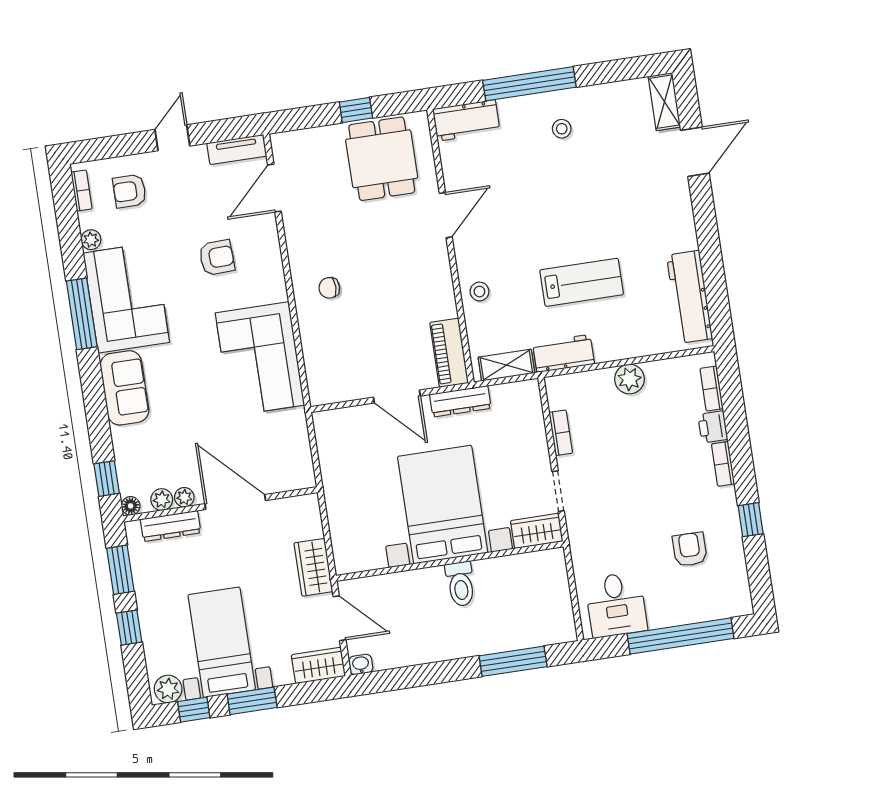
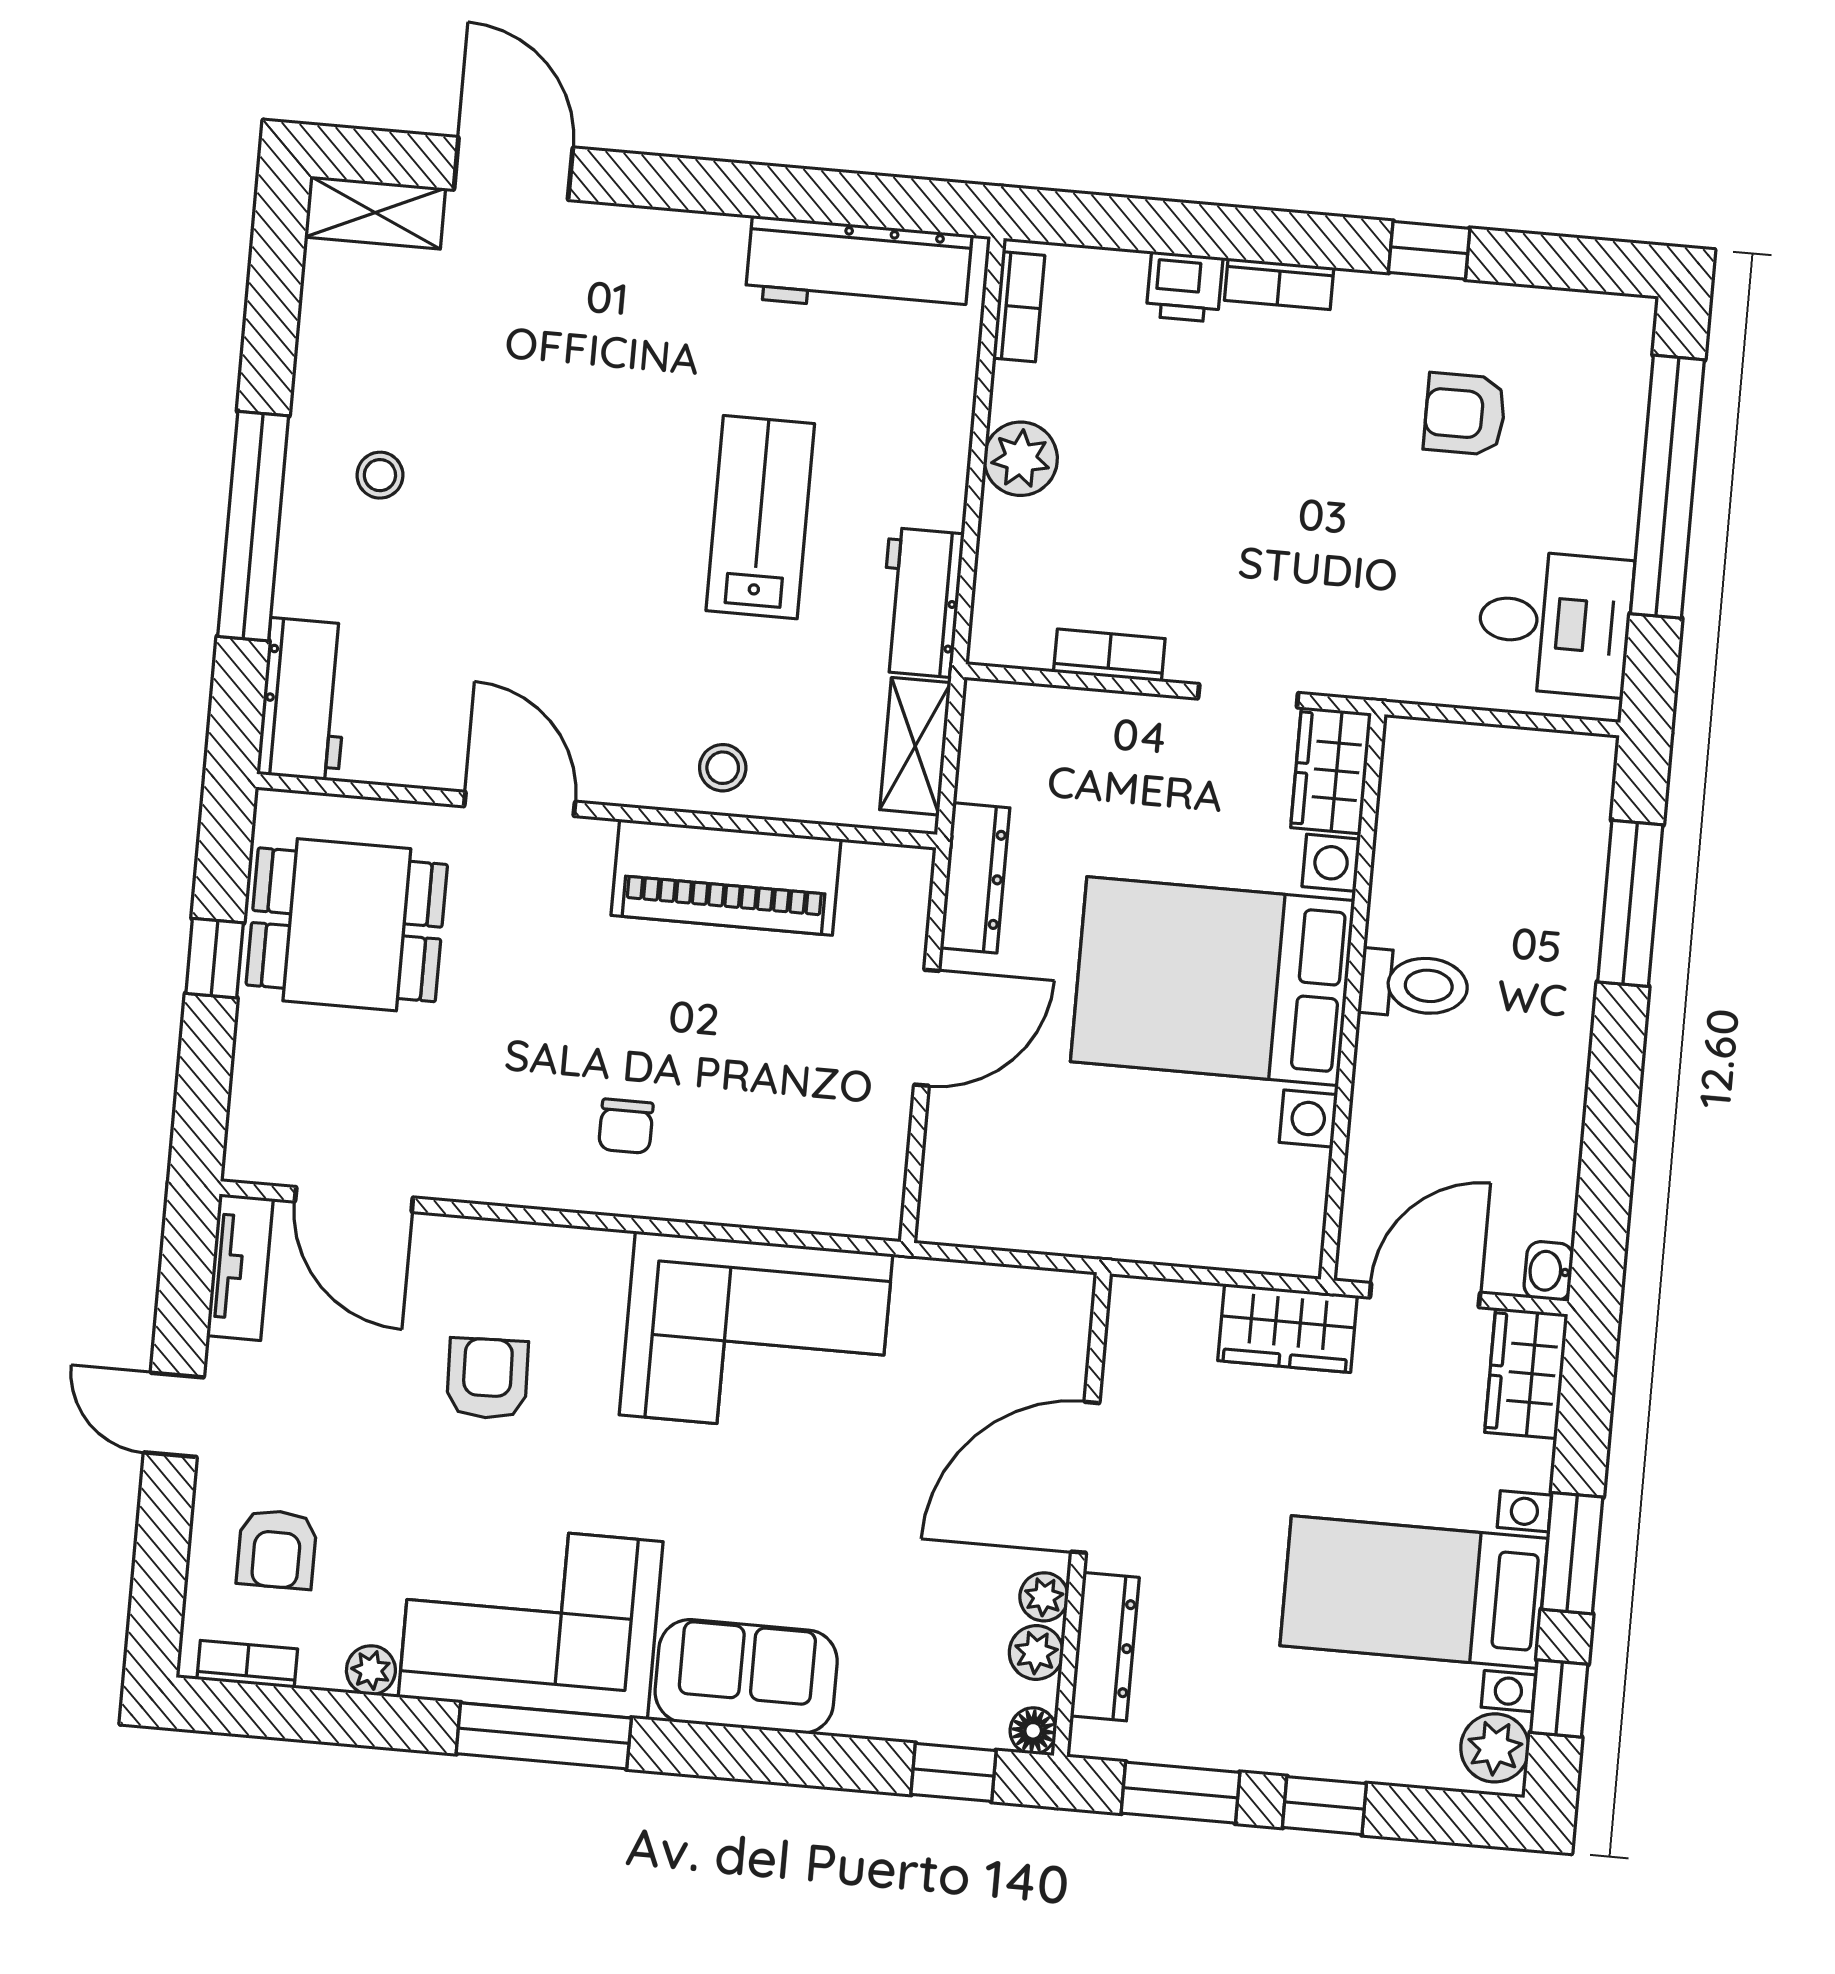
piano: (449, 353) -> (726, 877), moved, width x1.37, depth x1.33
bookcase: (712, 388) -> (1019, 307), moved, turned -90

